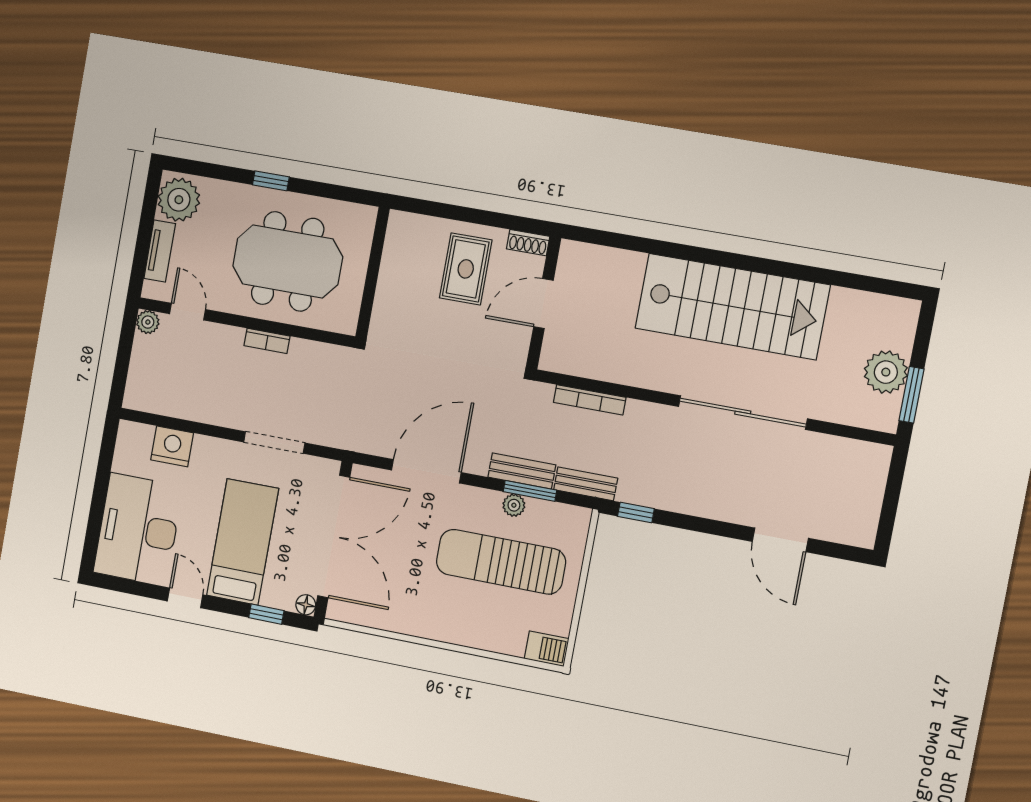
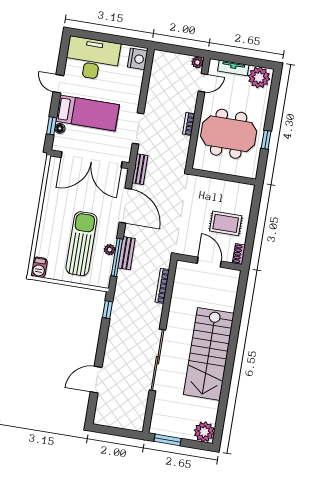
window: (271, 181) -> (266, 140), moved
meeting table: (288, 261) -> (229, 134), turned 90
plant: (886, 372) -> (204, 432), moved
nightstand: (172, 446) -> (138, 59), moved
bench: (586, 484) -> (140, 169), moved
window: (530, 491) -> (117, 257), width x1.44
door: (185, 598) -> (58, 84), swing flipped
floor lamp: (306, 605) -> (60, 128), moved

